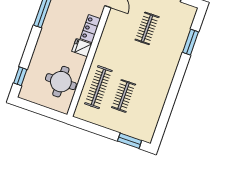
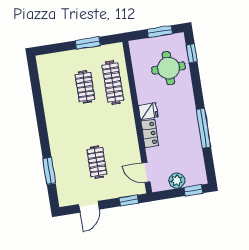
round table: (61, 82) -> (168, 68), moved
window: (37, 109) -> (160, 32), added
window: (130, 141) -> (88, 43), moved

